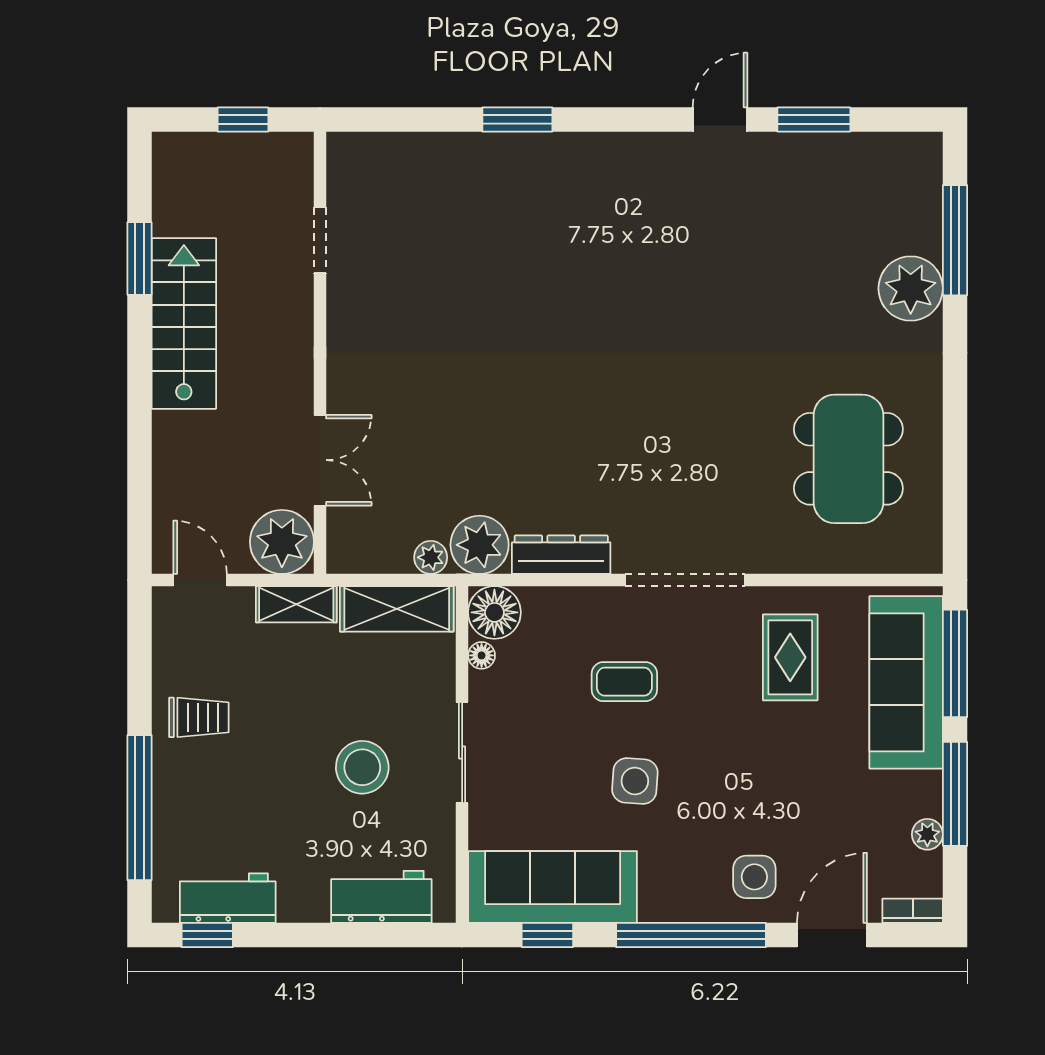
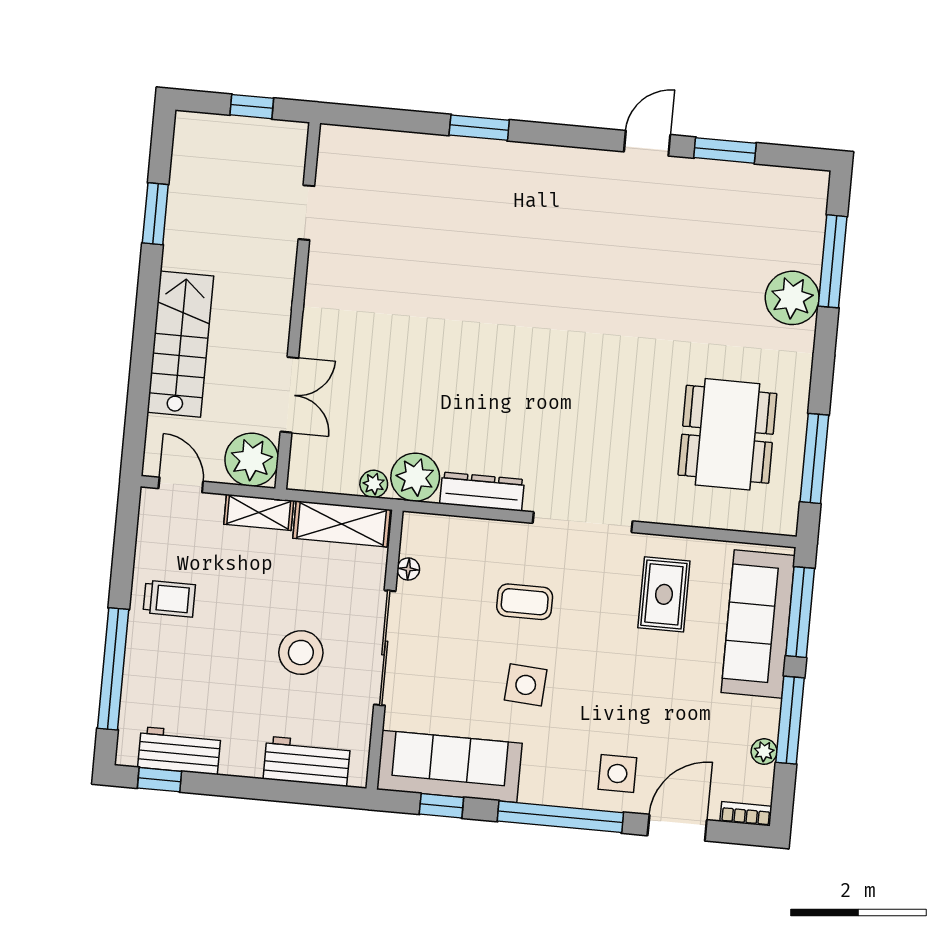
stairs: (184, 323) -> (180, 344), moved
window: (955, 478) -> (814, 458), added
floor lamp: (494, 612) -> (422, 534), removed
sliding door: (462, 752) -> (385, 648), width x1.37

